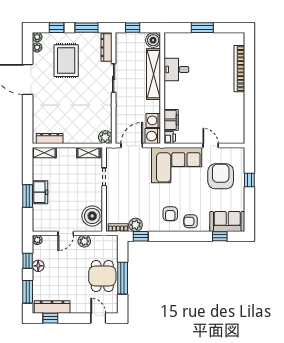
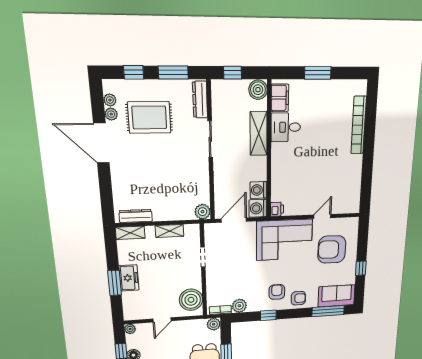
plant: (37, 37) -> (111, 114), moved
rug: (66, 61) -> (149, 117), turned 90
shelving: (154, 74) -> (259, 133), width x0.68
filing cabinet: (171, 120) -> (280, 98), moved
door: (211, 146) -> (322, 216), hinge flipped
shelving: (88, 153) -> (170, 231), moved
armchair: (221, 176) -> (332, 249), turned -89
window: (249, 180) -> (361, 268), moved
armchair: (170, 214) -> (277, 292), turned 180
armchair: (191, 221) -> (298, 298), turned 180
window: (141, 236) -> (268, 315), moved
window: (220, 236) -> (328, 311), width x2.17
plant: (84, 241) -> (214, 324), moved

